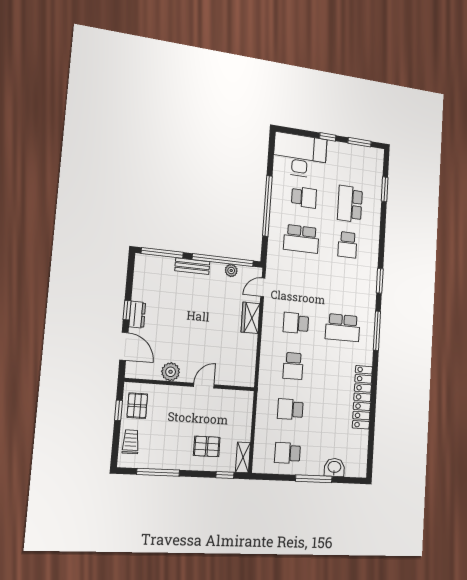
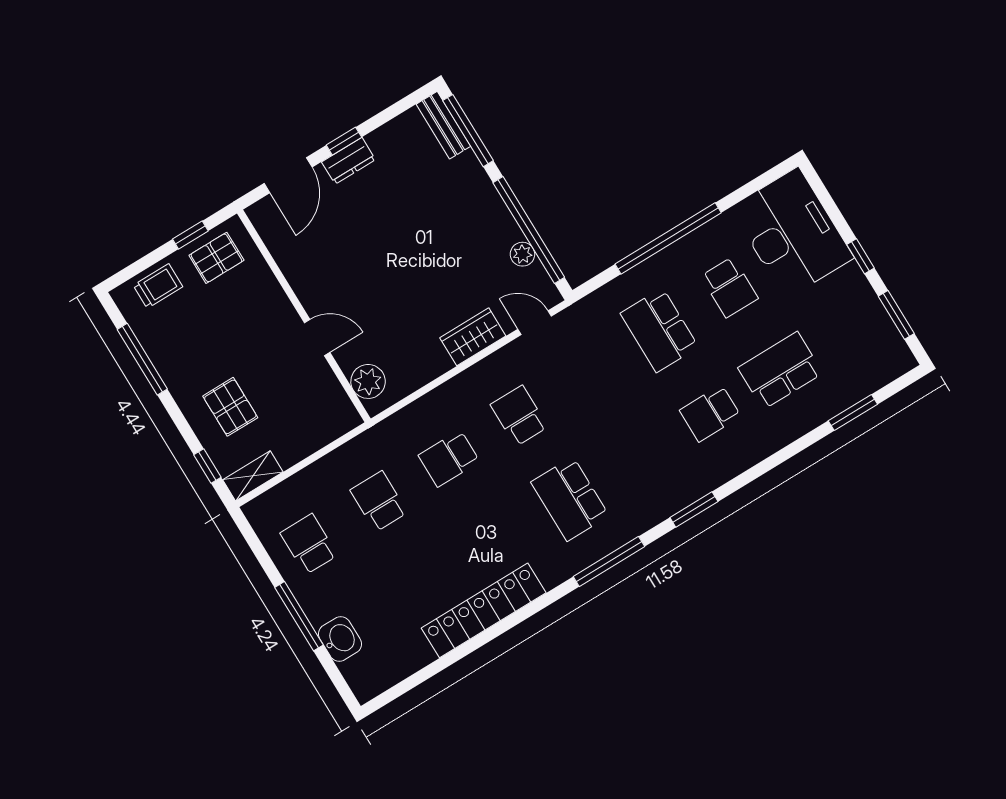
bench: (192, 266) -> (443, 125), moved
plant: (171, 372) -> (368, 381), moved

